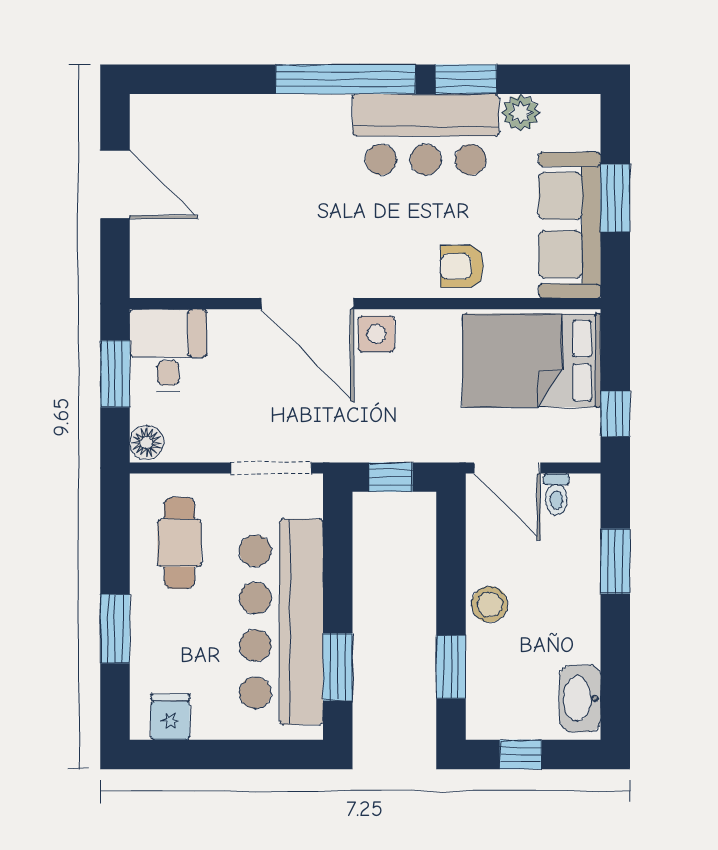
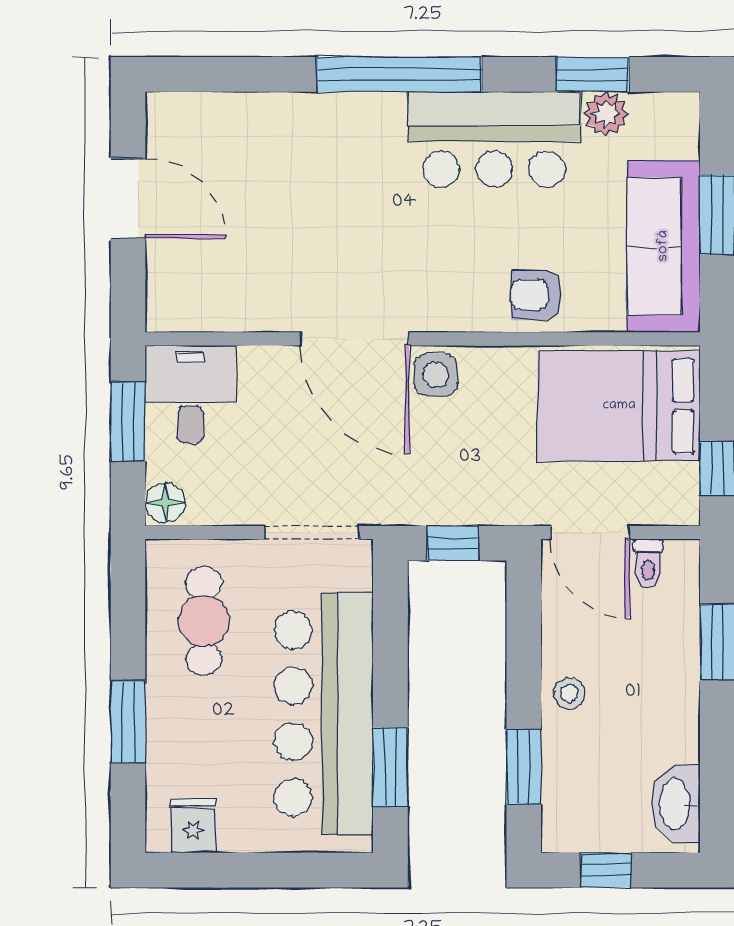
window: (466, 79) -> (593, 74), moved
stool: (490, 604) -> (569, 693), width x0.73, depth x0.73

